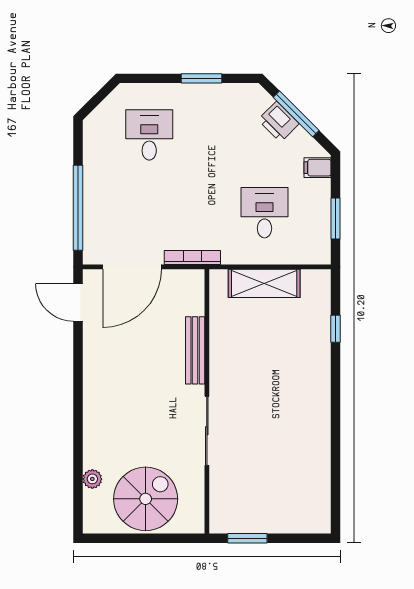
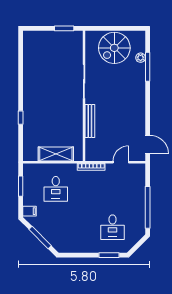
window: (202, 78) -> (109, 255), moved
printer: (279, 122) -> (49, 234), removed
window: (78, 208) -> (148, 207), moved
door: (132, 267) -> (121, 162), width x0.53
window: (336, 329) -> (21, 118), moved
window: (78, 461) -> (148, 67), added

